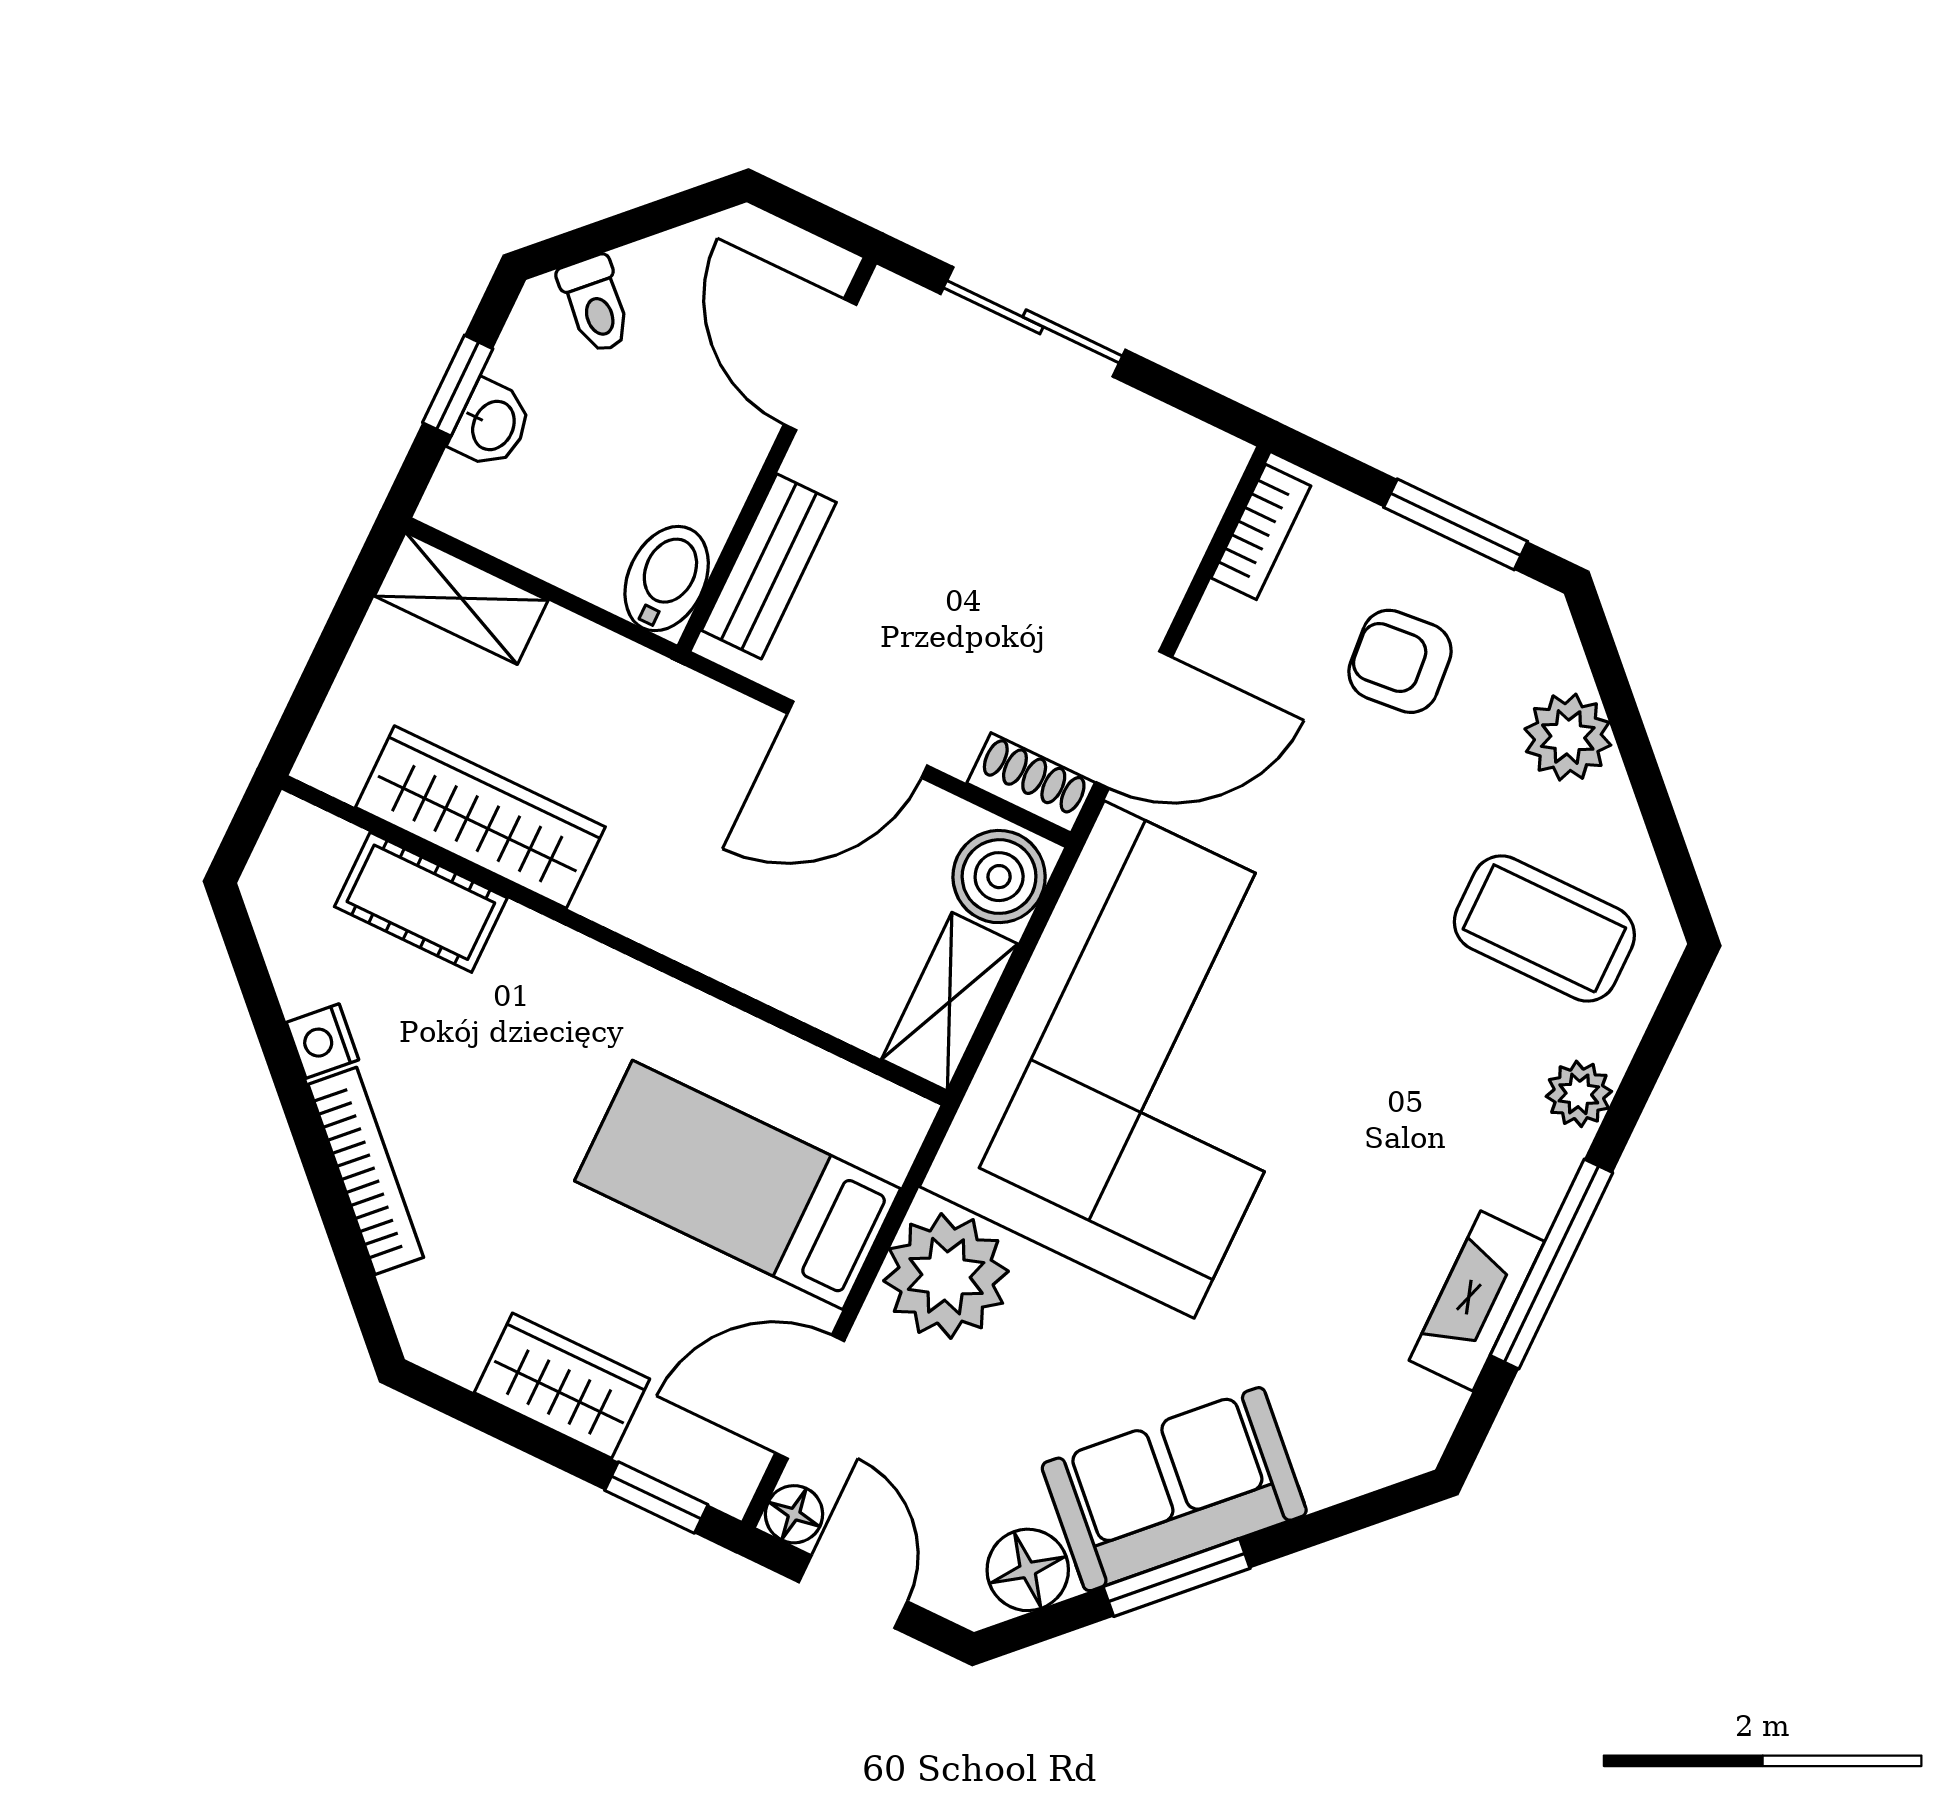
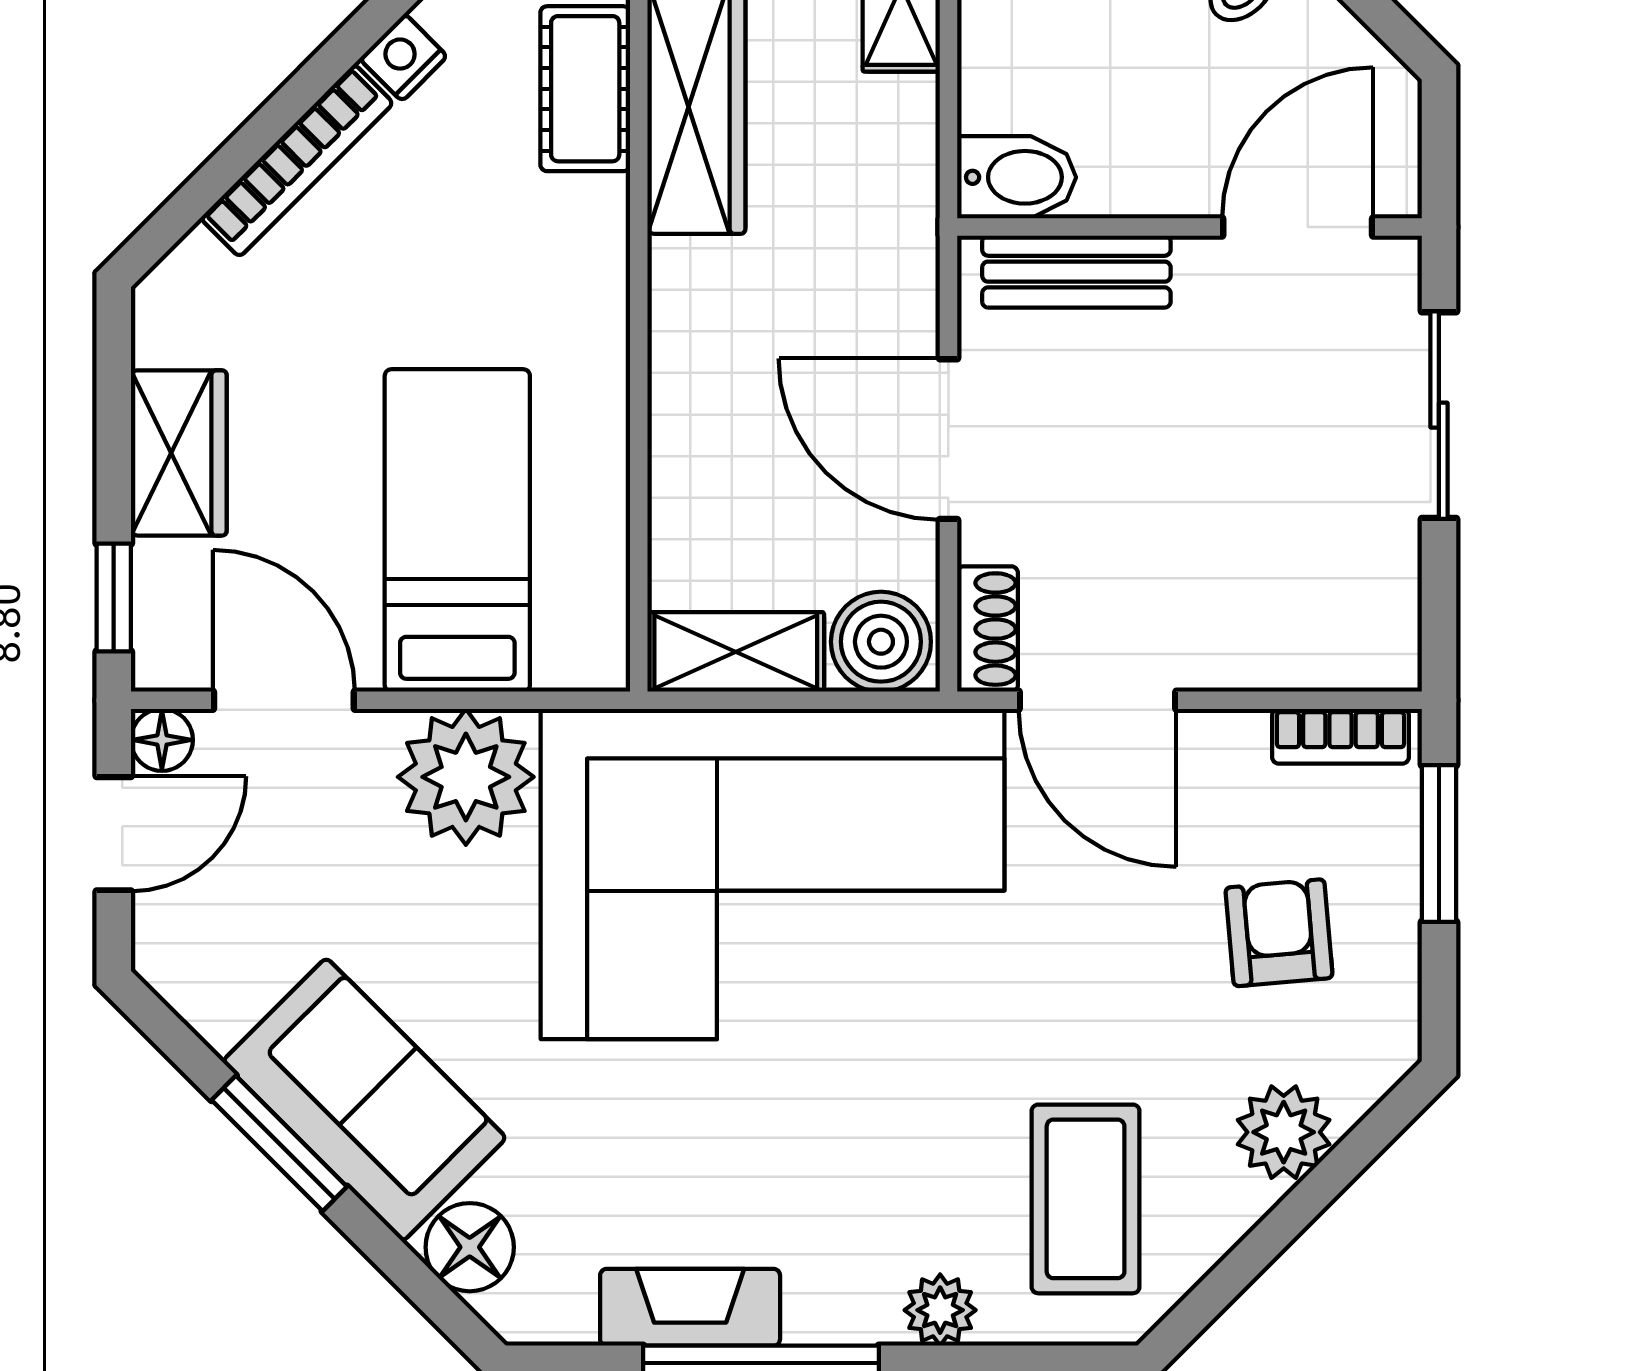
window: (1456, 524) -> (1439, 843), moved
floor lamp: (1028, 1570) -> (470, 1247), moved

